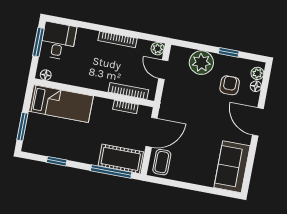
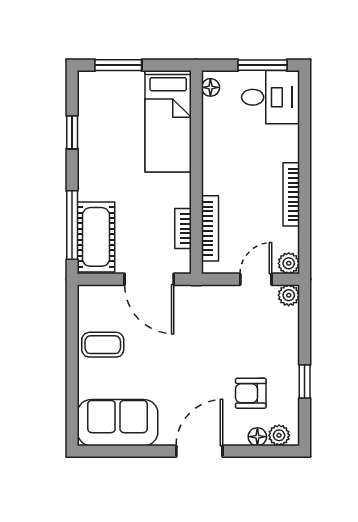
plant: (201, 63) -> (289, 295), moved, width x0.53, depth x0.53
armchair: (230, 85) -> (251, 393), turned 180
coffee table: (162, 162) -> (103, 345), moved

